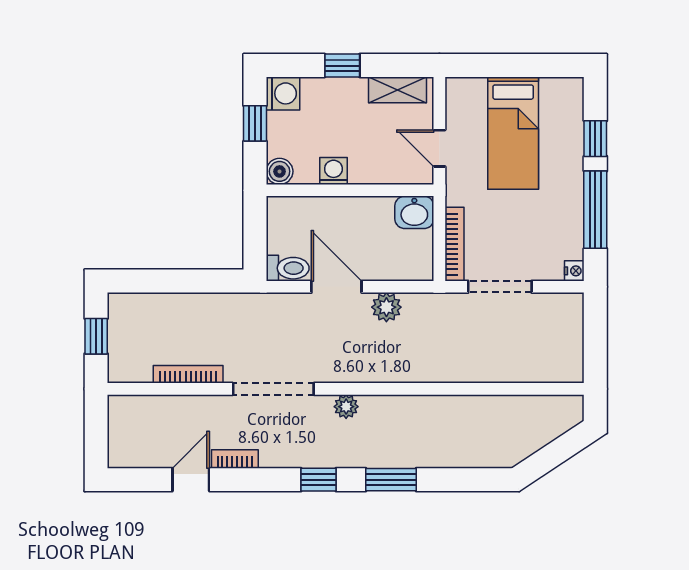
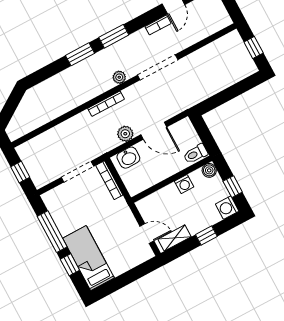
bed: (513, 133) -> (88, 258), moved
door: (439, 148) -> (147, 234), moved
washbasin: (414, 212) -> (128, 158), moved, turned 180
toilet: (288, 268) -> (195, 154), moved
nightstand: (574, 271) -> (47, 198), removed
window: (595, 337) -> (20, 172), added
bookcase: (188, 374) -> (106, 104), moved
window: (318, 480) -> (114, 36), width x1.50

